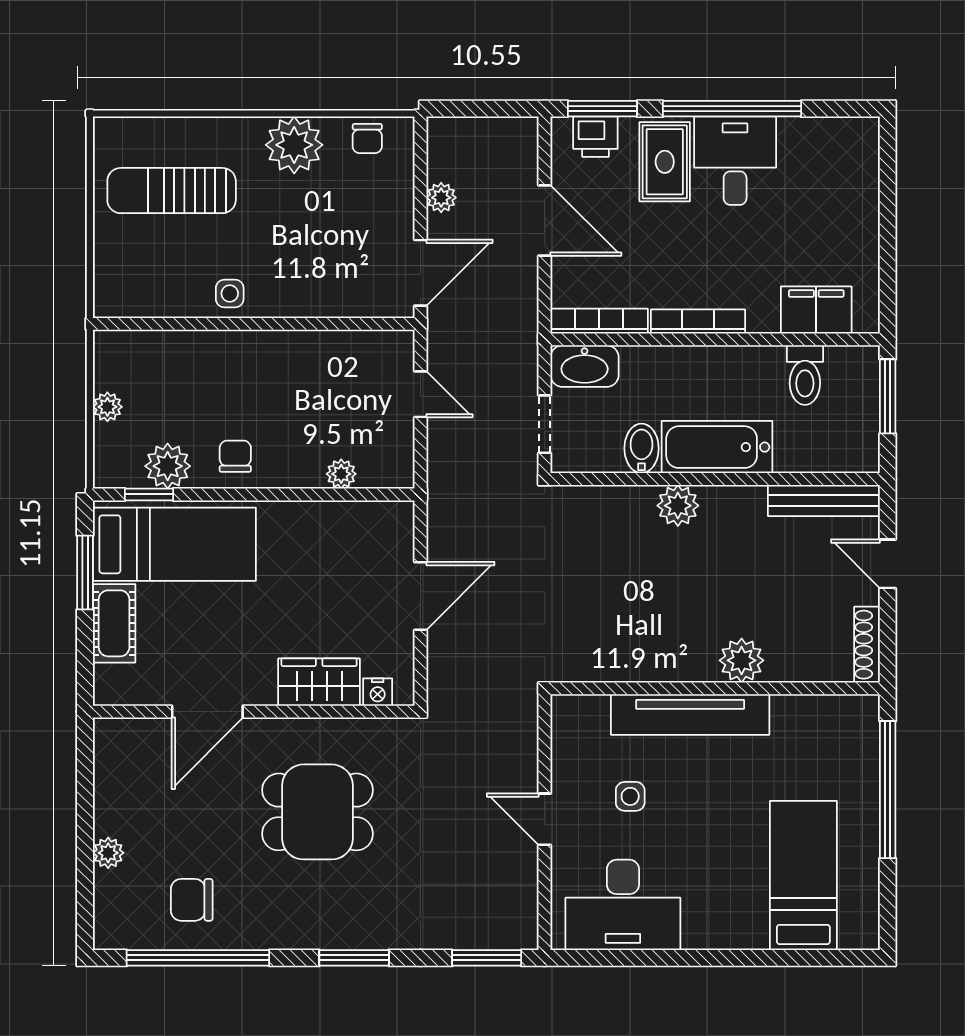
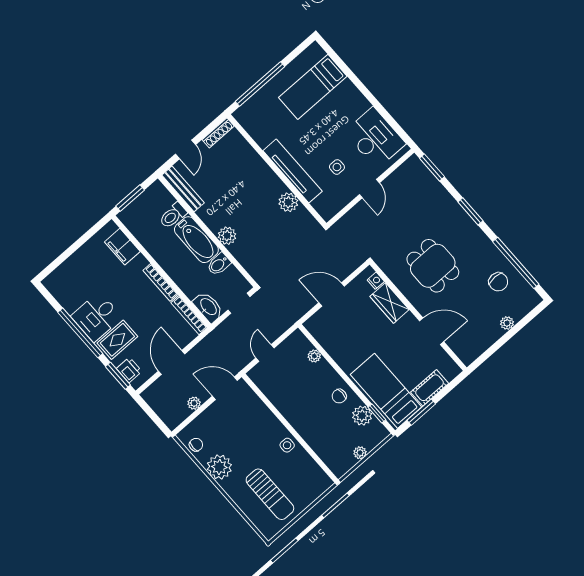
toilet: (805, 375) -> (173, 215), moved, turned 180
plant: (742, 660) -> (288, 202), moved

